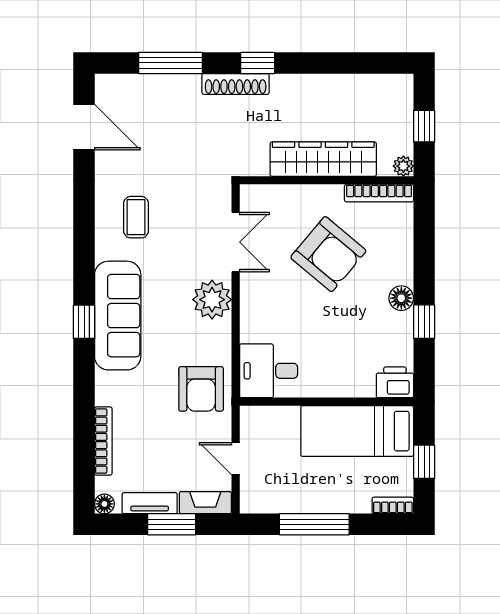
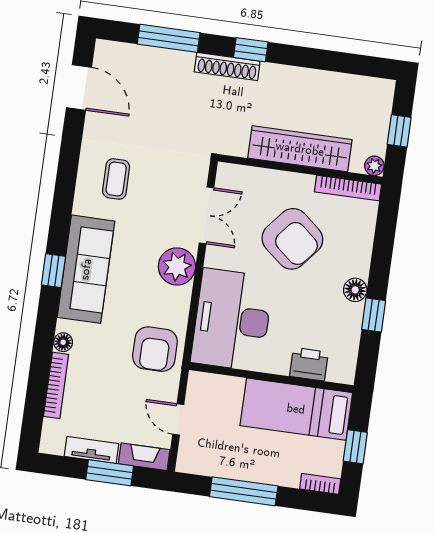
desk: (269, 371) -> (232, 320), width x1.87, depth x1.30
printer: (395, 382) -> (309, 364), moved
floor lamp: (104, 504) -> (63, 342), moved

